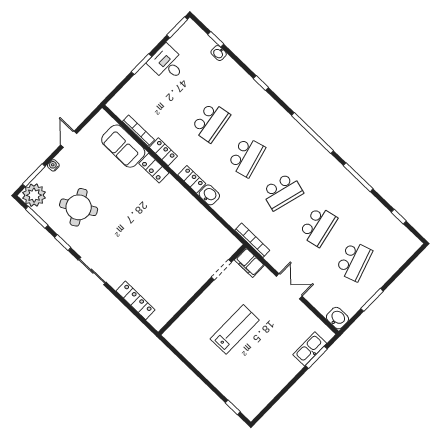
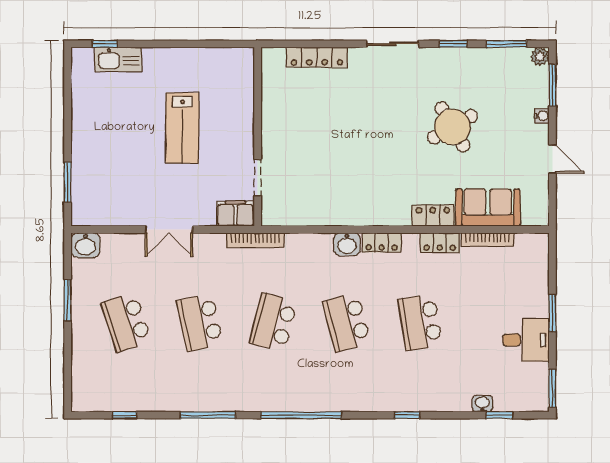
plant: (34, 195) -> (540, 56), width x0.53, depth x0.53
round table: (79, 207) -> (452, 127), moved
kitchen sink: (310, 349) -> (118, 59), moved, turned 90

